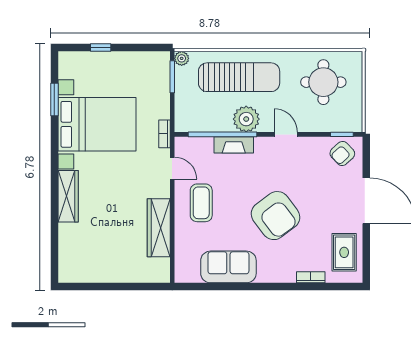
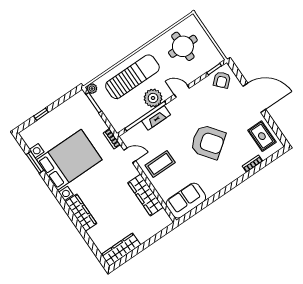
coffee table: (201, 203) -> (160, 164), turned 90
sofa: (228, 267) -> (186, 201), moved
wardrobe: (85, 272) -> (121, 250), added

